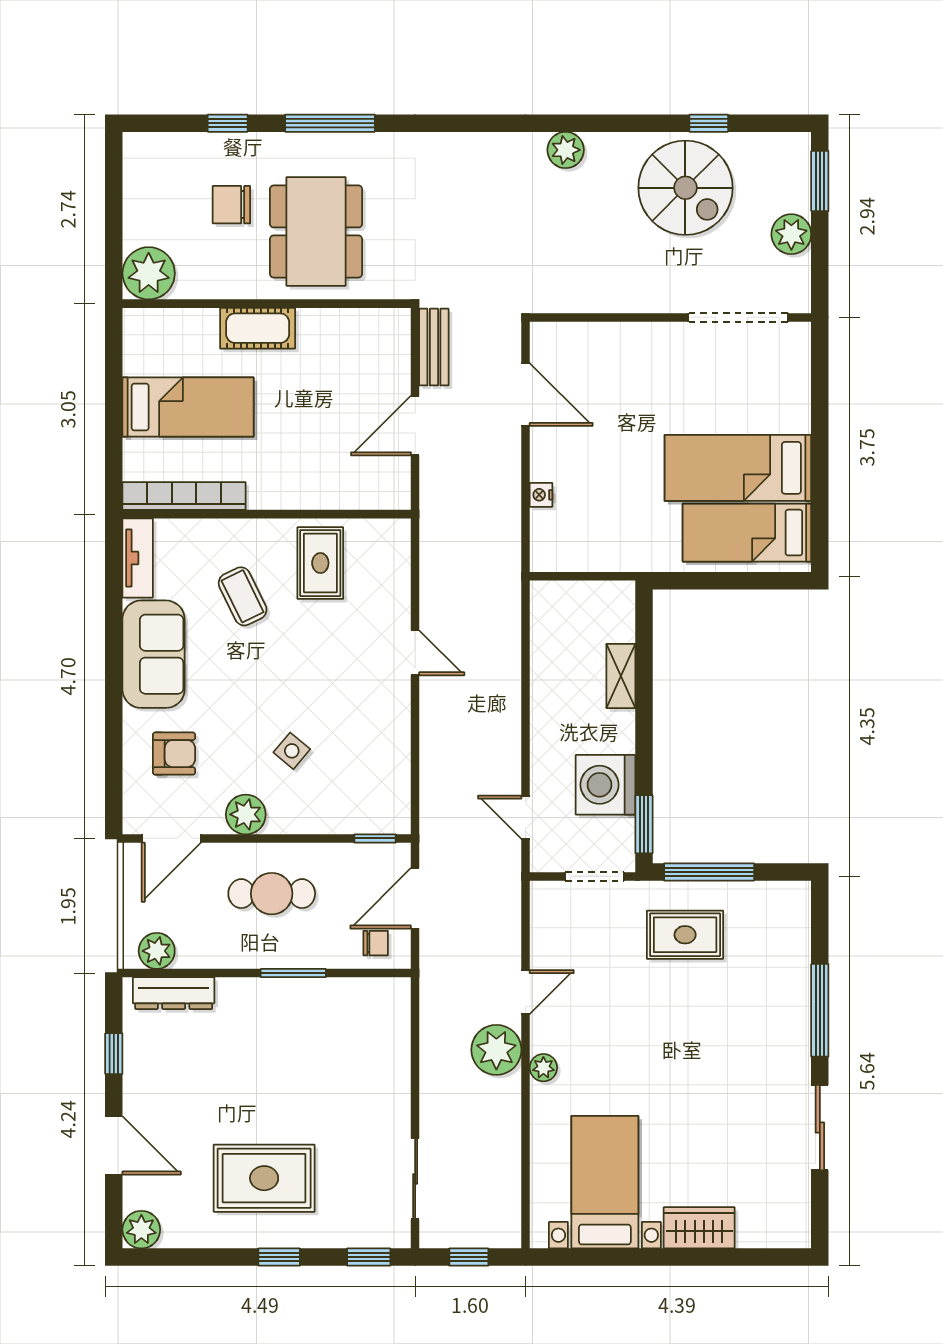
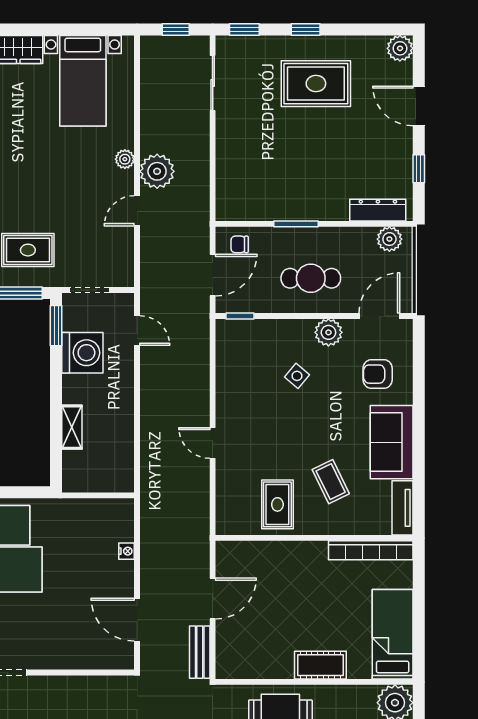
bed: (188, 407) -> (393, 634), moved, turned 90

